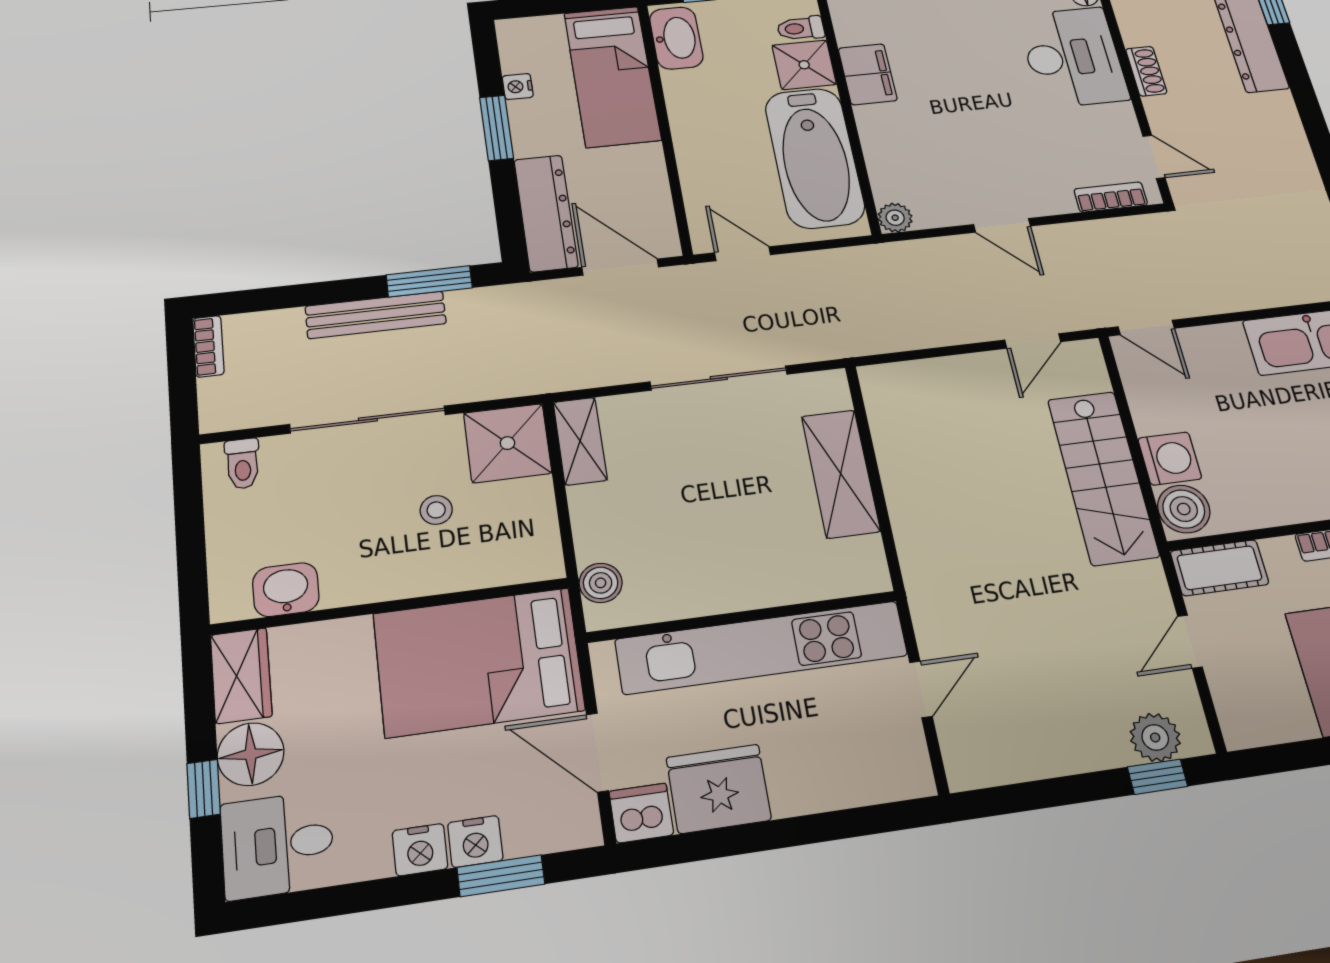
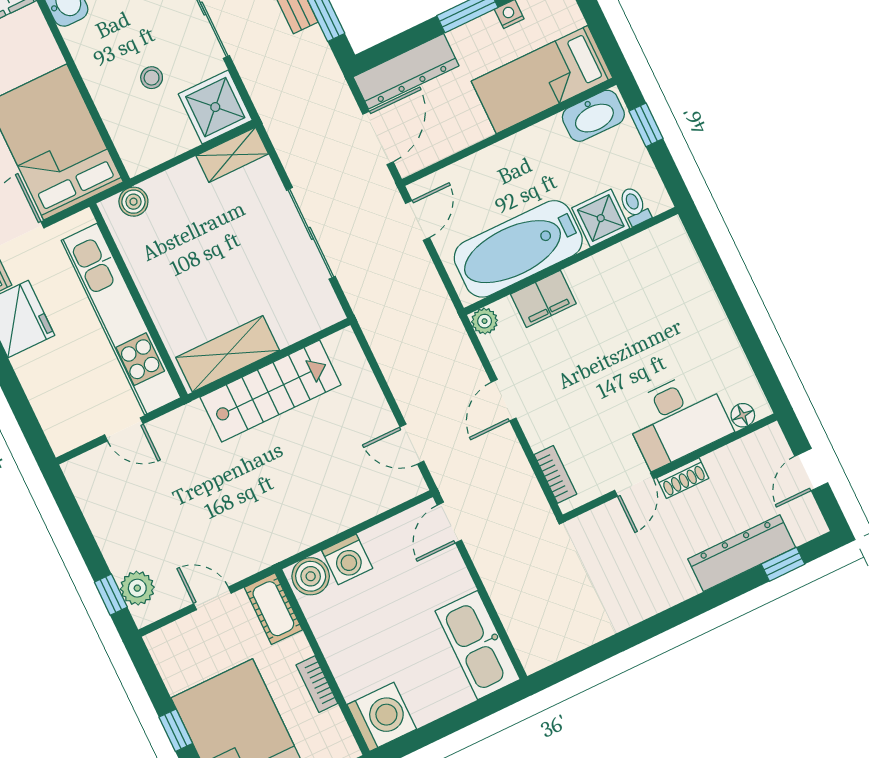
filing cabinet: (868, 74) -> (543, 299), moved
door: (1154, 157) -> (634, 485), moved
shelving: (841, 473) -> (228, 354), moved
stairs: (1103, 477) -> (271, 391), moved, turned 180

